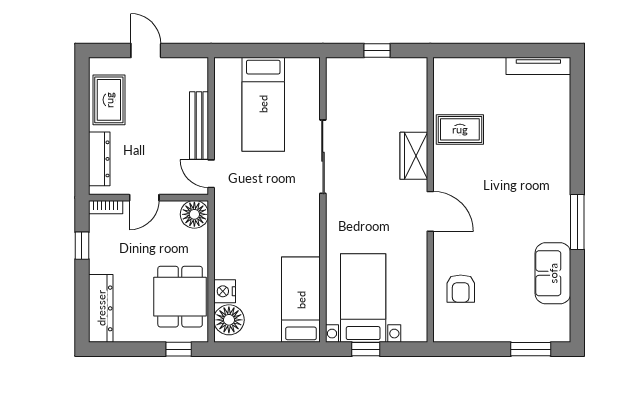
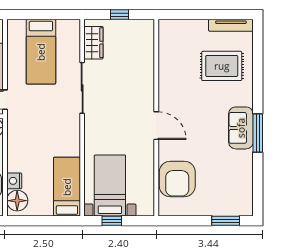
rug: (460, 129) -> (222, 66), moved, width x1.36, depth x1.43
wardrobe: (414, 156) -> (93, 43), moved, turned 180
sofa: (553, 273) -> (241, 128), moved
armchair: (461, 289) -> (177, 179), width x1.88, depth x1.88

